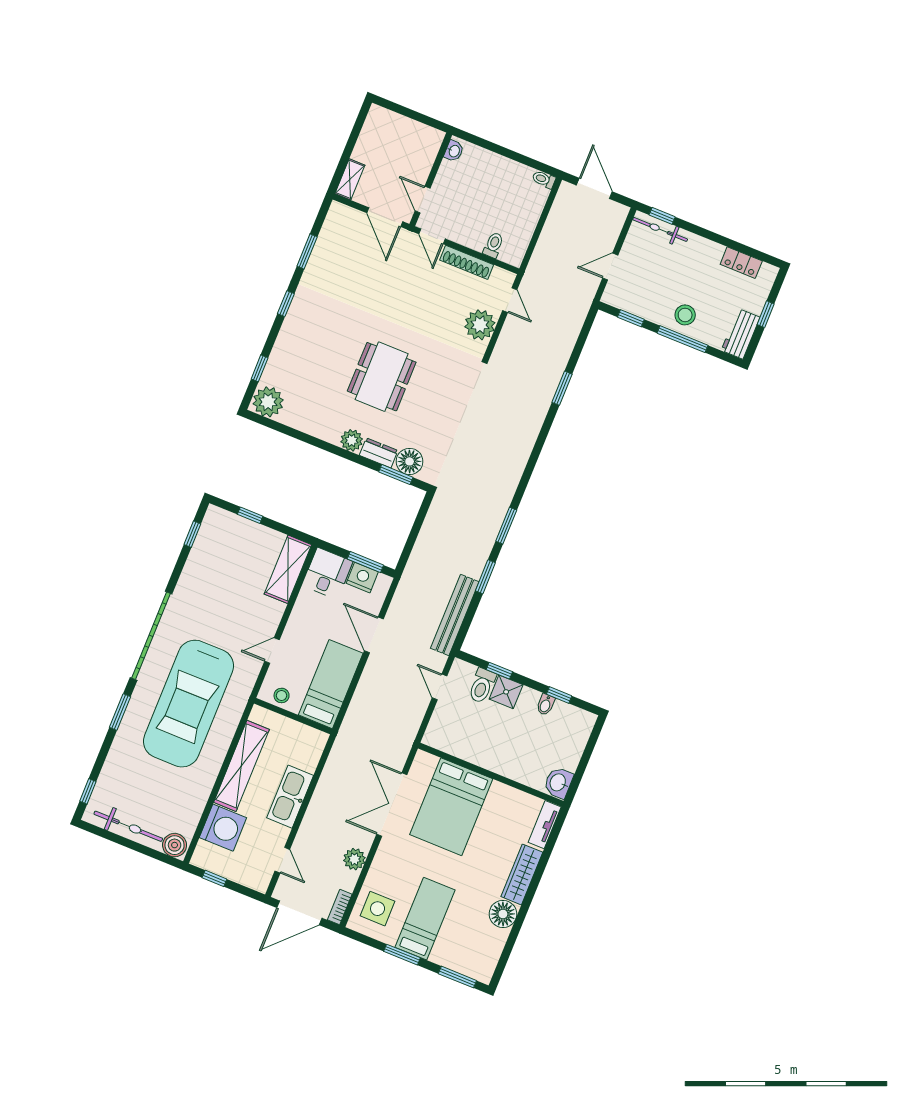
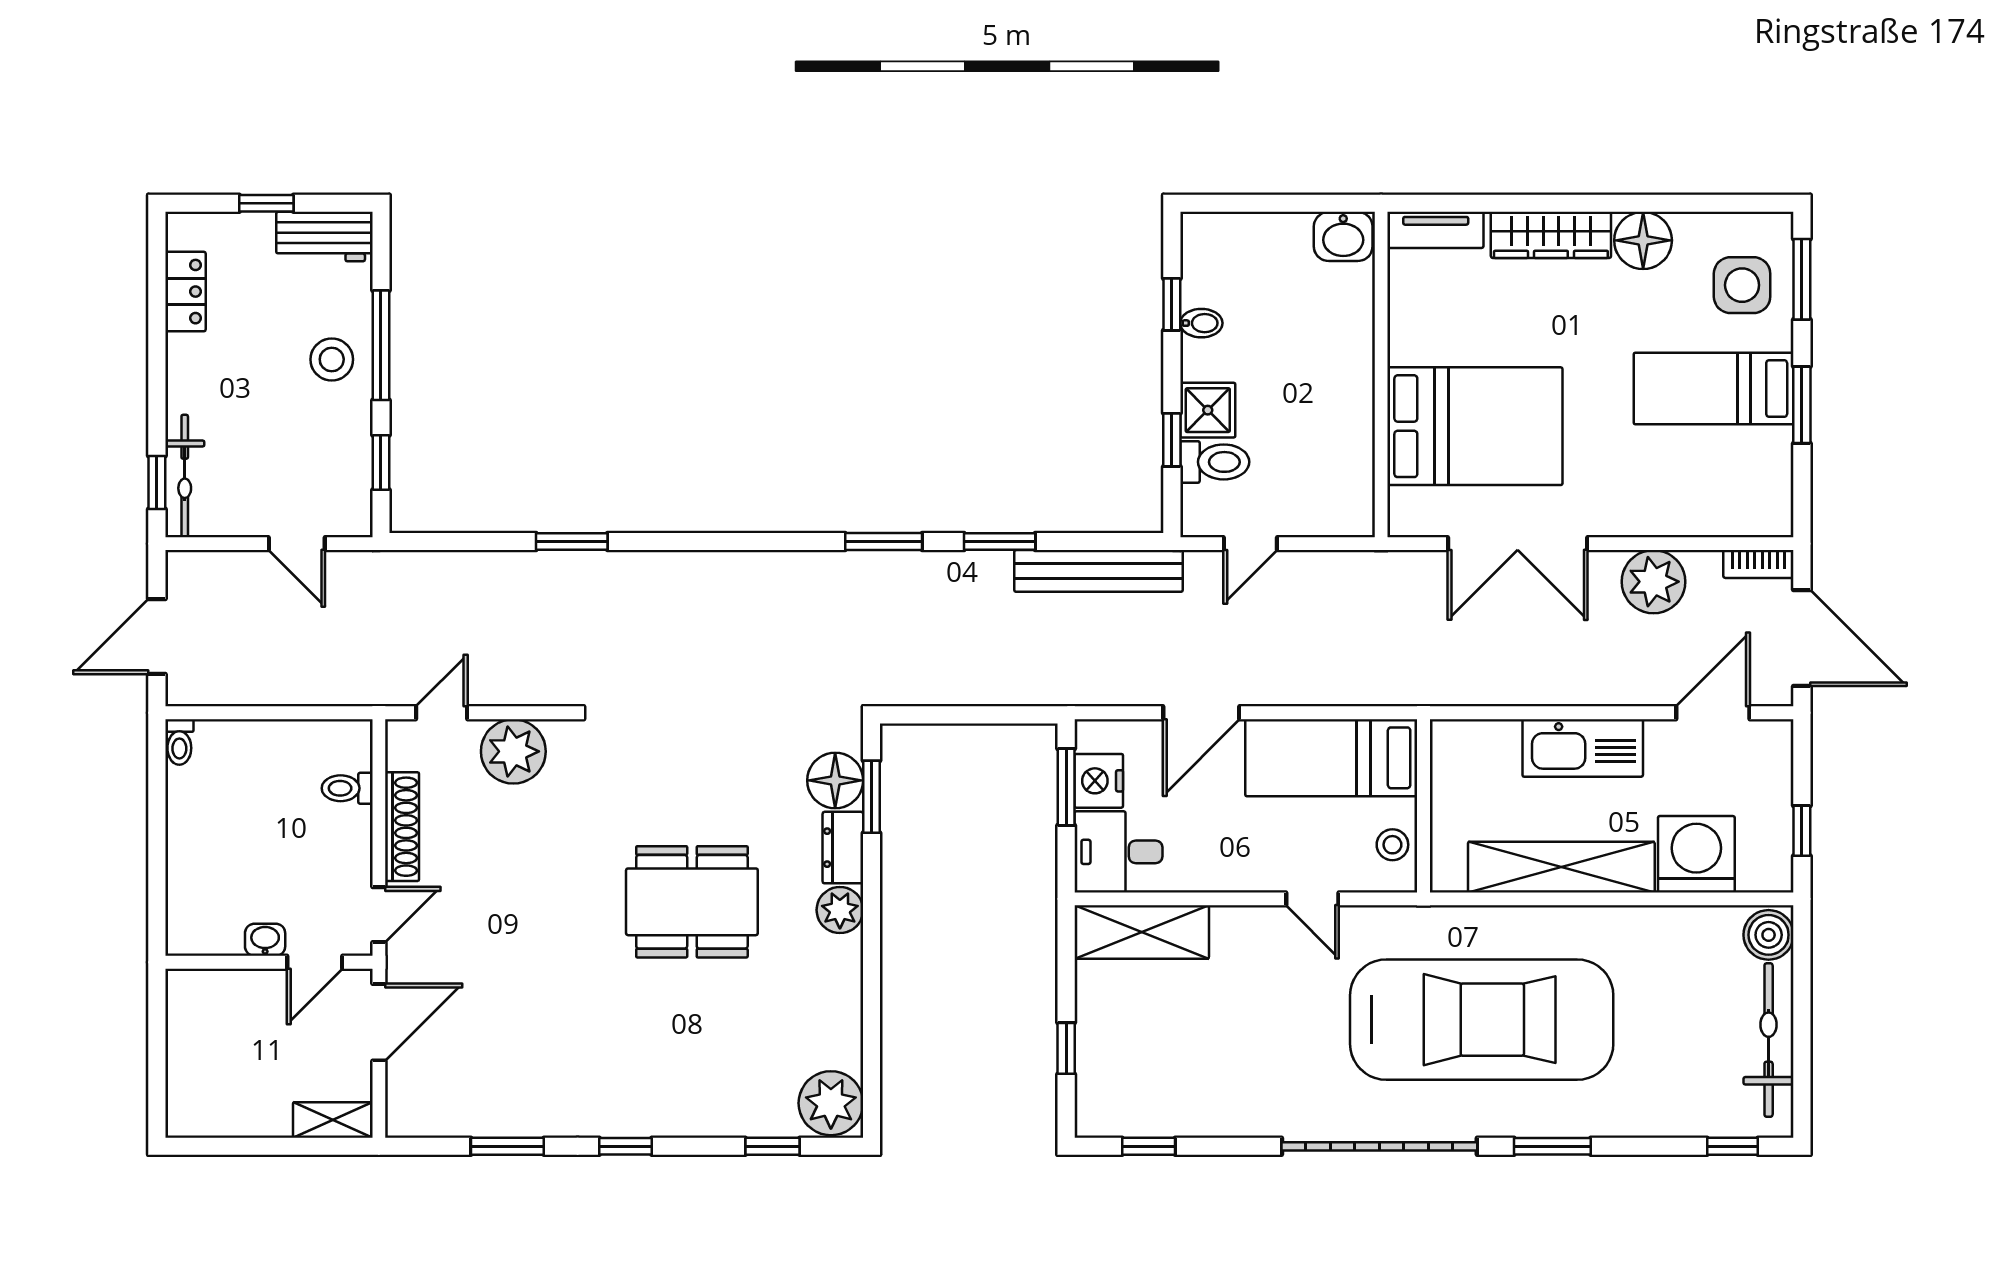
washbasin: (454, 151) -> (265, 940), moved
plant: (354, 859) -> (1654, 582), width x1.36, depth x1.36
door: (282, 860) -> (1713, 713), width x1.38
side table: (378, 909) -> (1742, 285), moved

